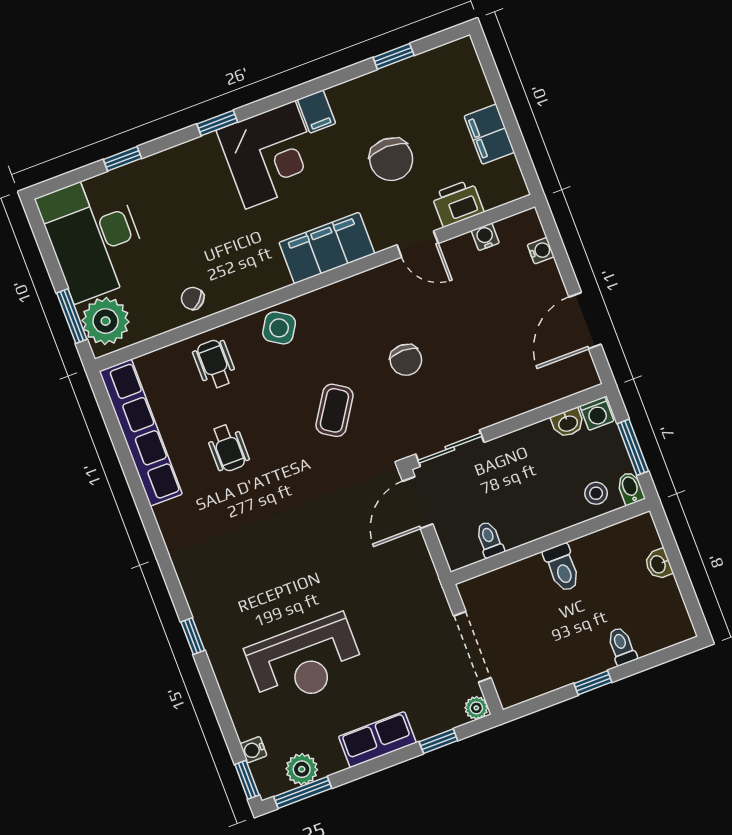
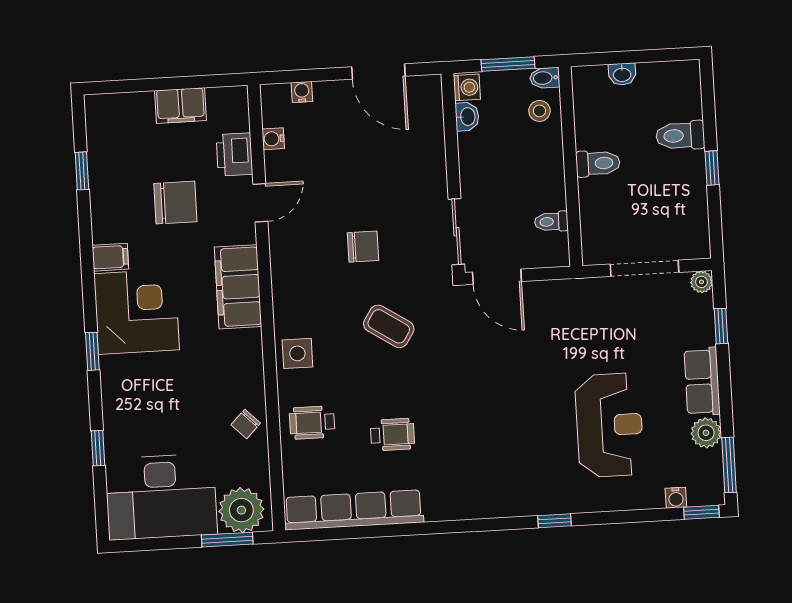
side table: (279, 328) -> (297, 353), turned -32
toilet: (622, 646) -> (680, 136), width x1.37, depth x1.39
plant: (302, 769) -> (706, 433), moved

